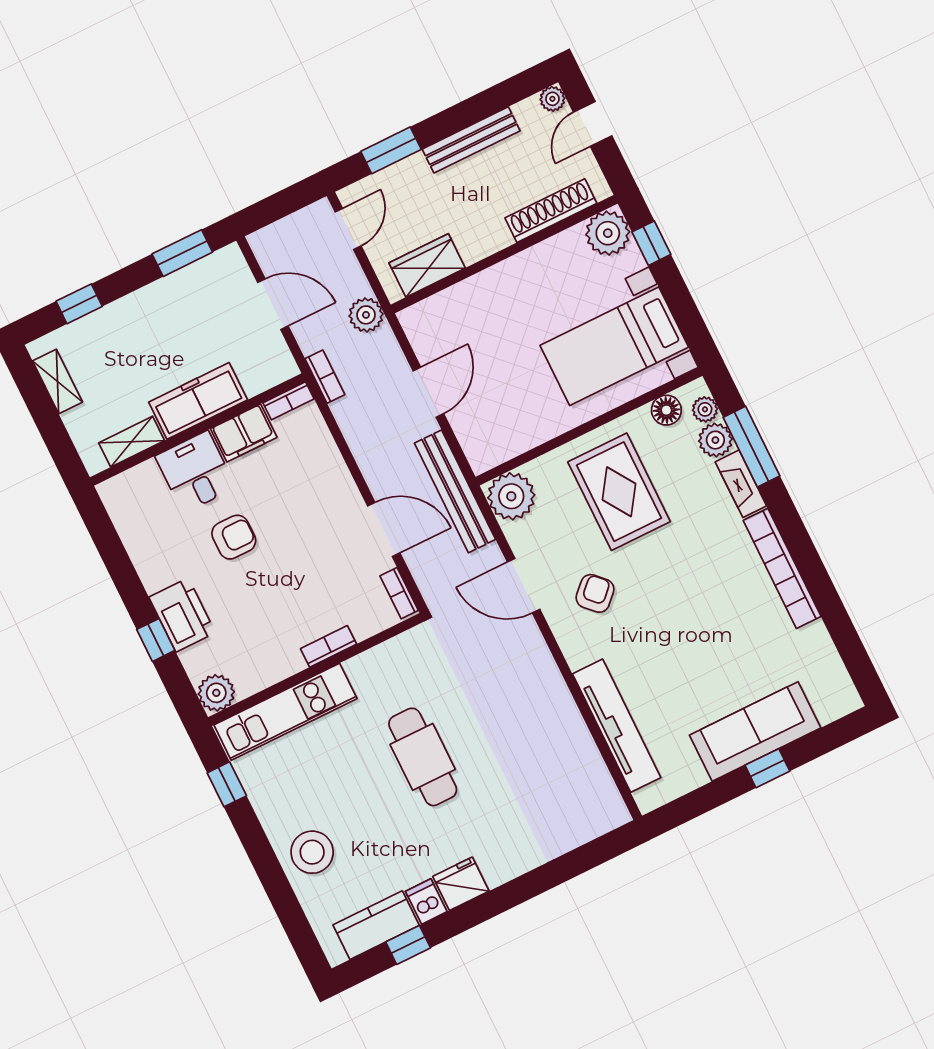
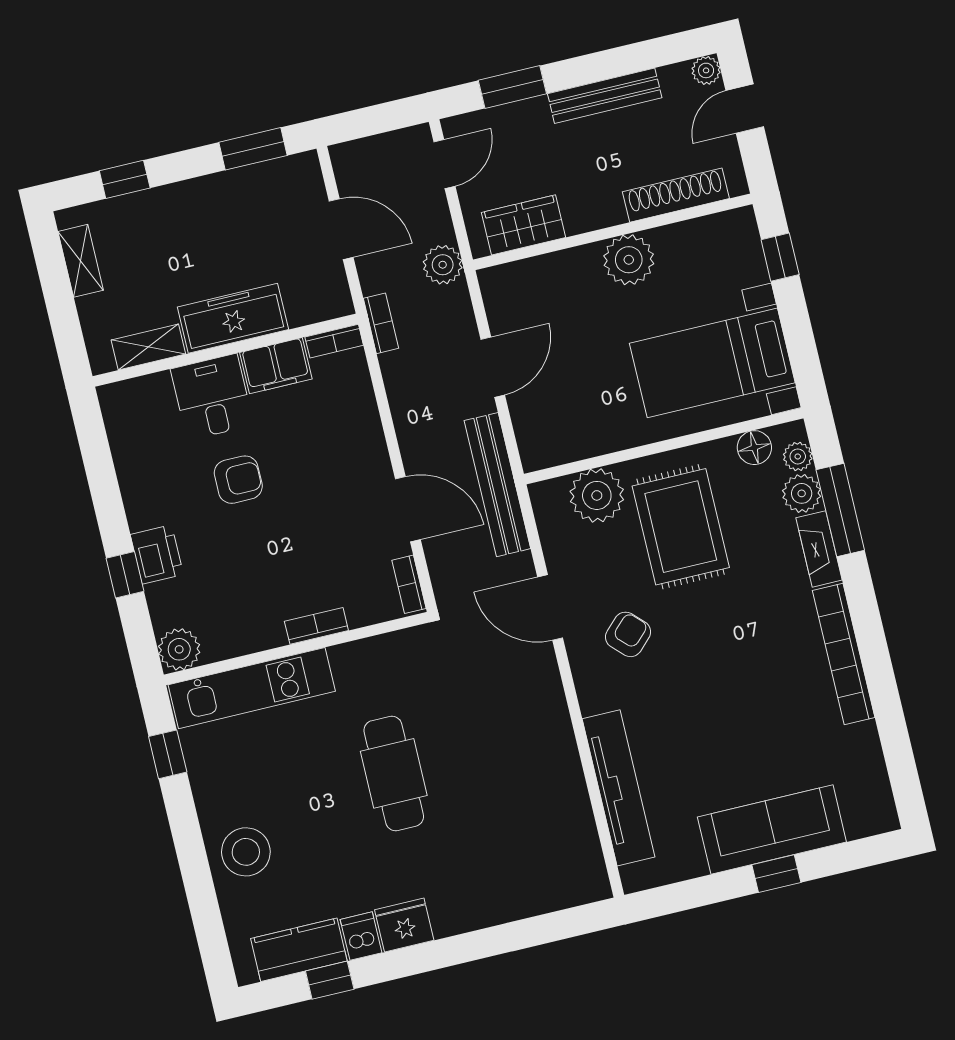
plant: (608, 233) -> (629, 260), moved
plant: (511, 496) -> (597, 495), moved
printer: (182, 615) -> (157, 554), width x0.73, depth x0.84

